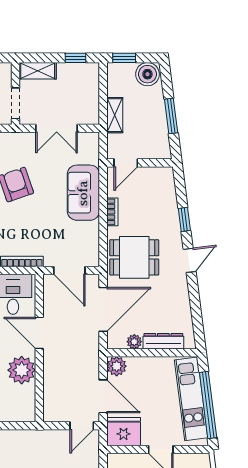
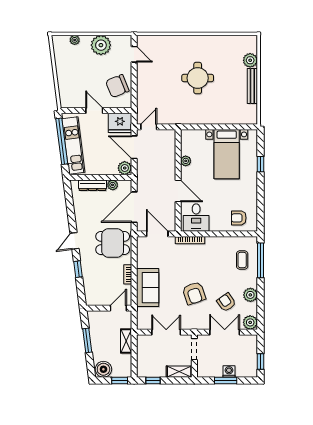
plant: (22, 370) -> (186, 161), width x0.53, depth x0.53

